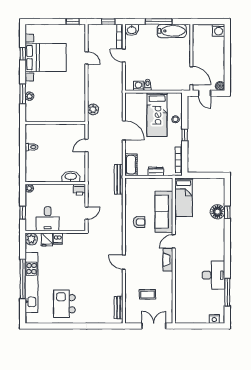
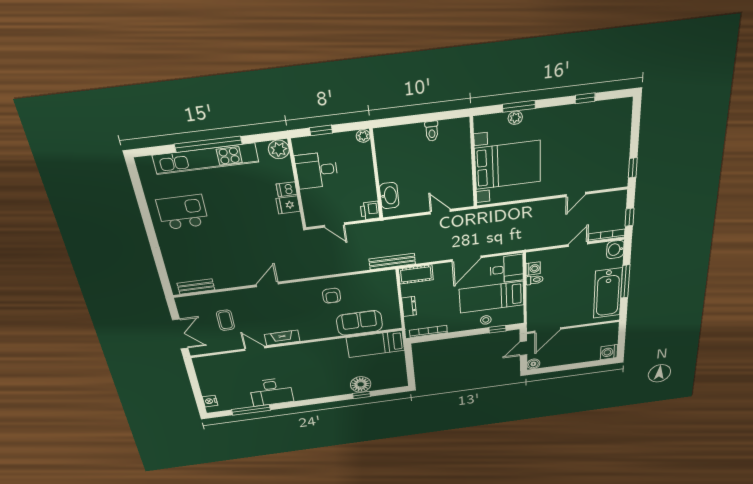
bathtub: (172, 31) -> (608, 293), width x1.36, depth x1.36
bed with nightstands: (46, 58) -> (508, 165), moved, turned -90
desk: (136, 104) -> (507, 269), added
plant: (93, 109) -> (497, 213), removed
window: (185, 135) -> (498, 329), moved
sofa: (164, 212) -> (360, 323), width x0.73
fridge: (47, 240) -> (288, 205), moved
door: (174, 241) -> (255, 348), moved

